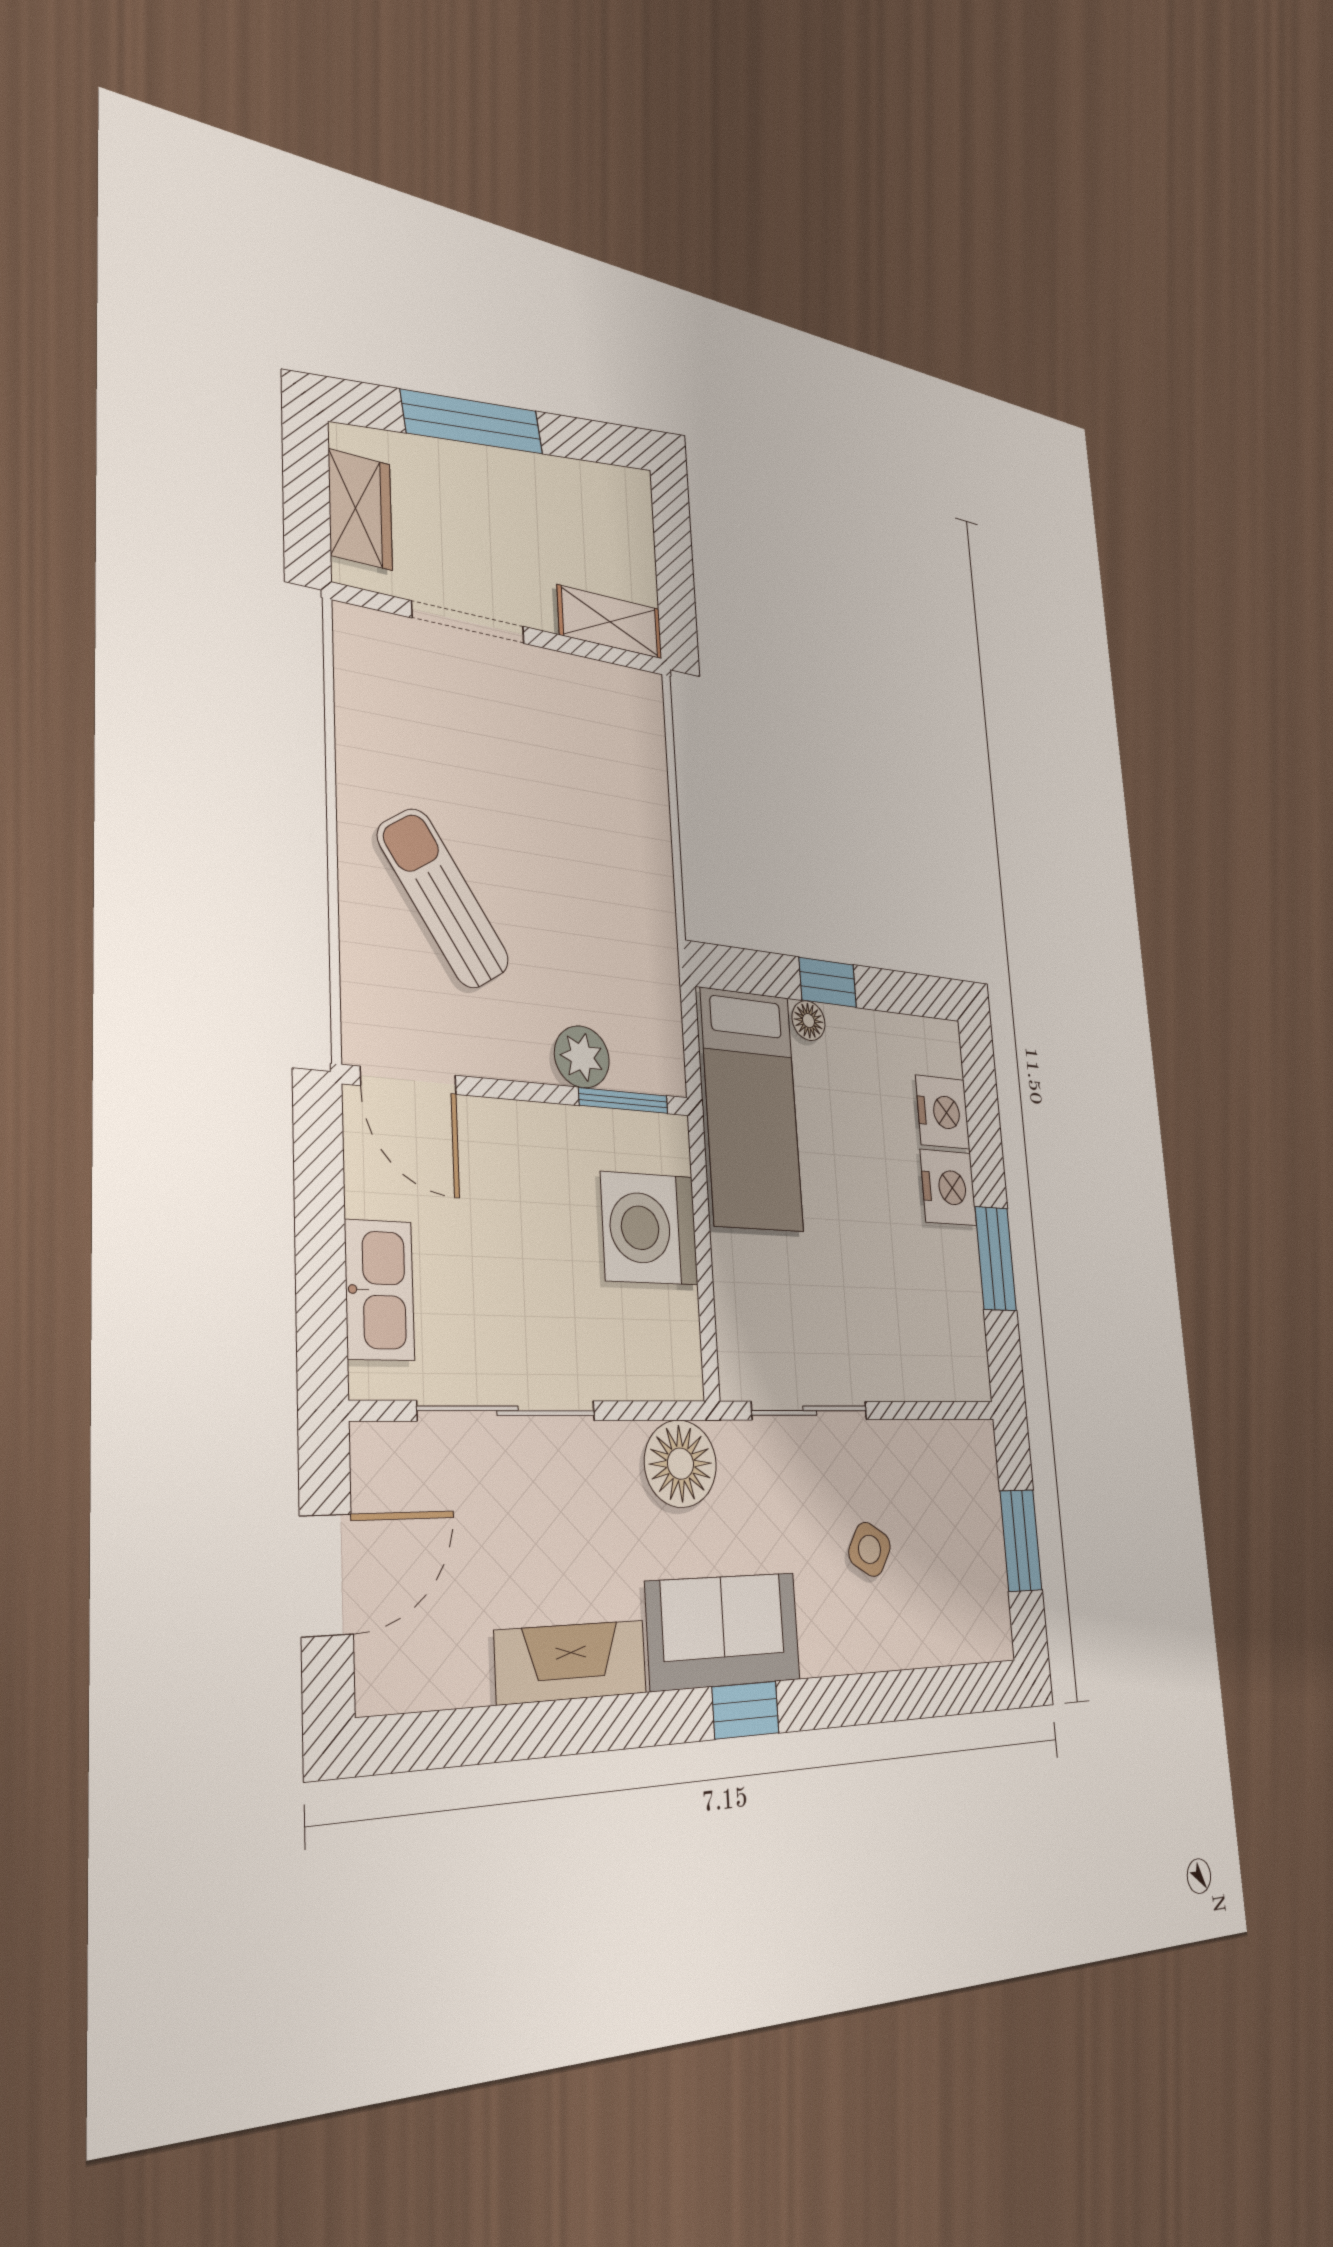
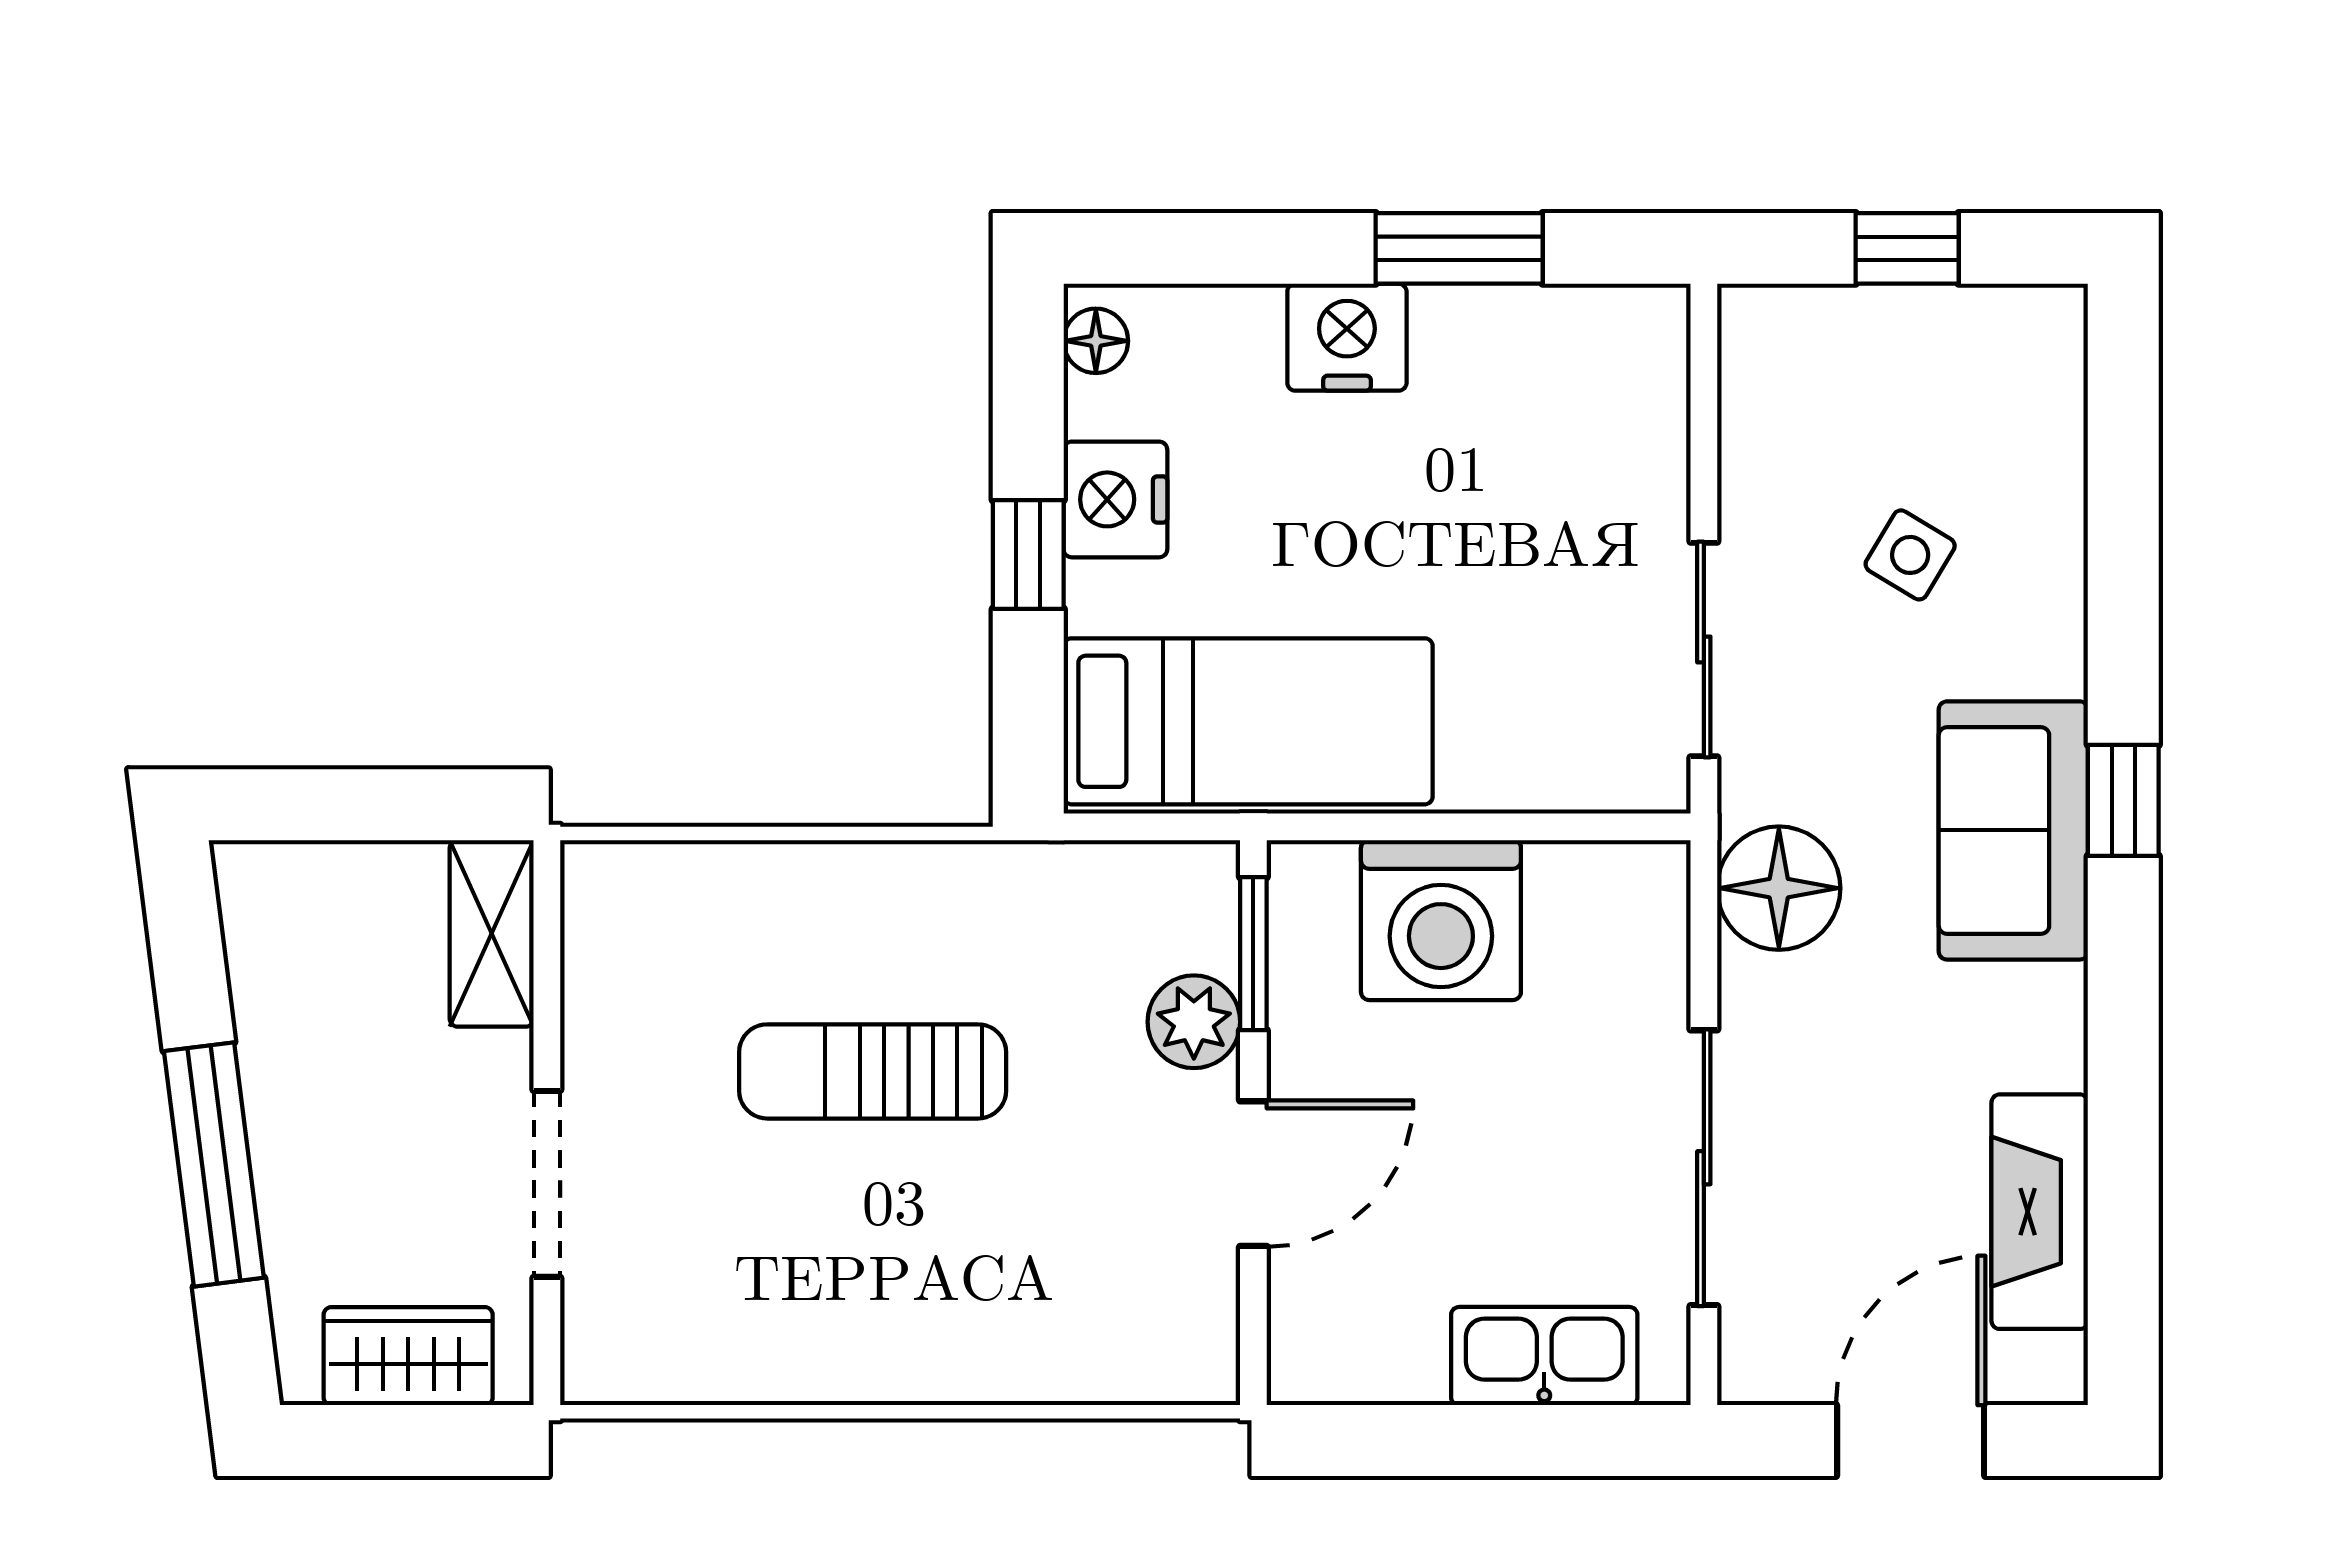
sun lounger: (443, 898) -> (873, 1071), moved, turned 33
floor lamp: (809, 1021) -> (1096, 341), moved
door: (409, 1080) -> (1253, 1174), moved
nightstand: (943, 1112) -> (1115, 499), moved, turned -90
window: (1021, 1540) -> (1907, 248), width x0.67
door: (326, 1575) -> (1911, 1441), hinge flipped
fireplace: (571, 1662) -> (2040, 1212), moved

